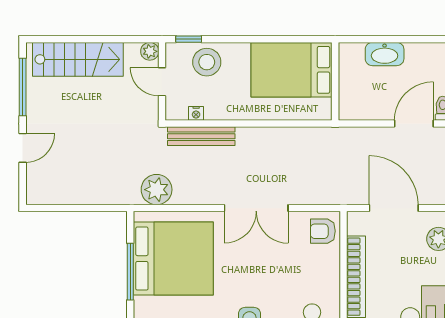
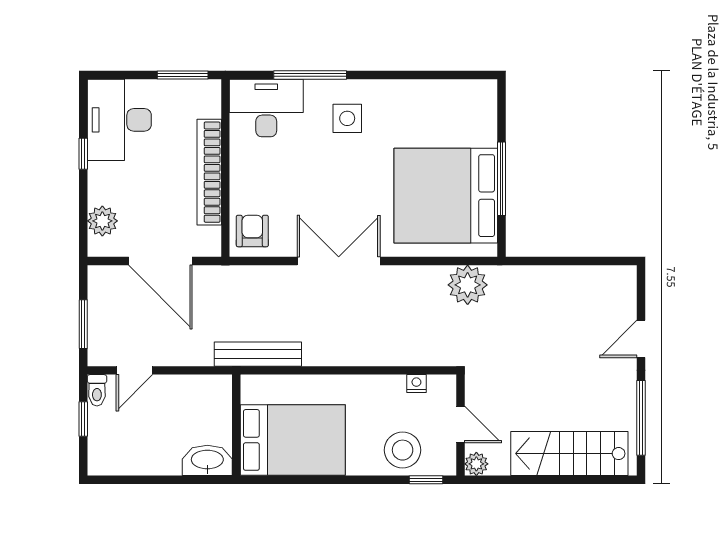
washbasin: (385, 54) -> (207, 460), moved
door: (414, 124) -> (134, 370), width x0.73
bench: (201, 136) -> (258, 354), moved
armchair: (323, 231) -> (252, 231), turned -90

